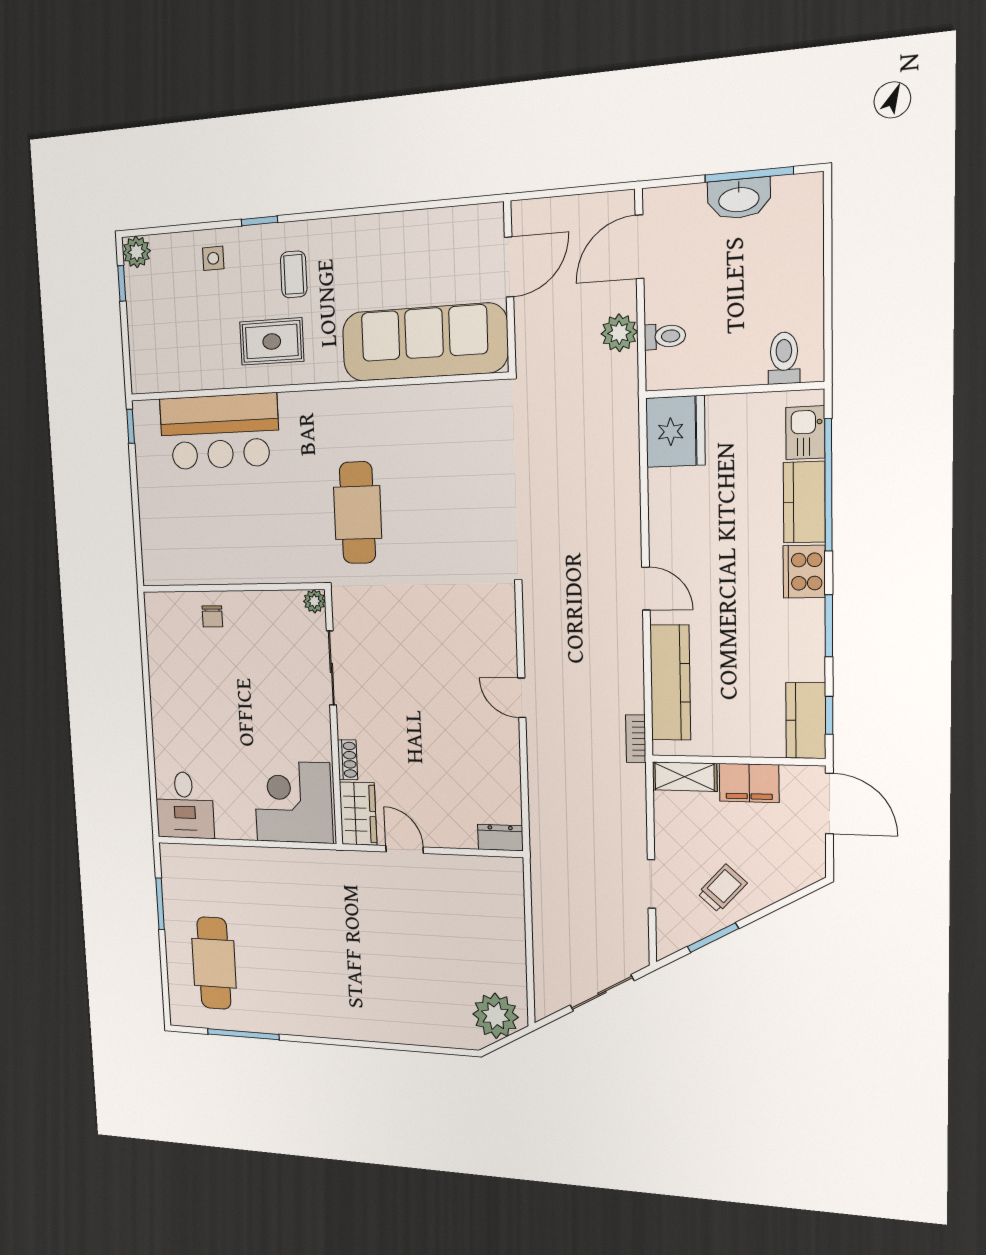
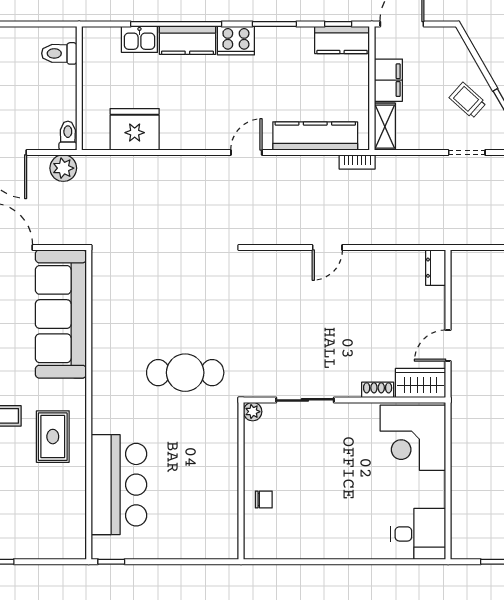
toilet: (784, 358) -> (59, 53), moved
wall: (733, 390) -> (79, 88), moved

